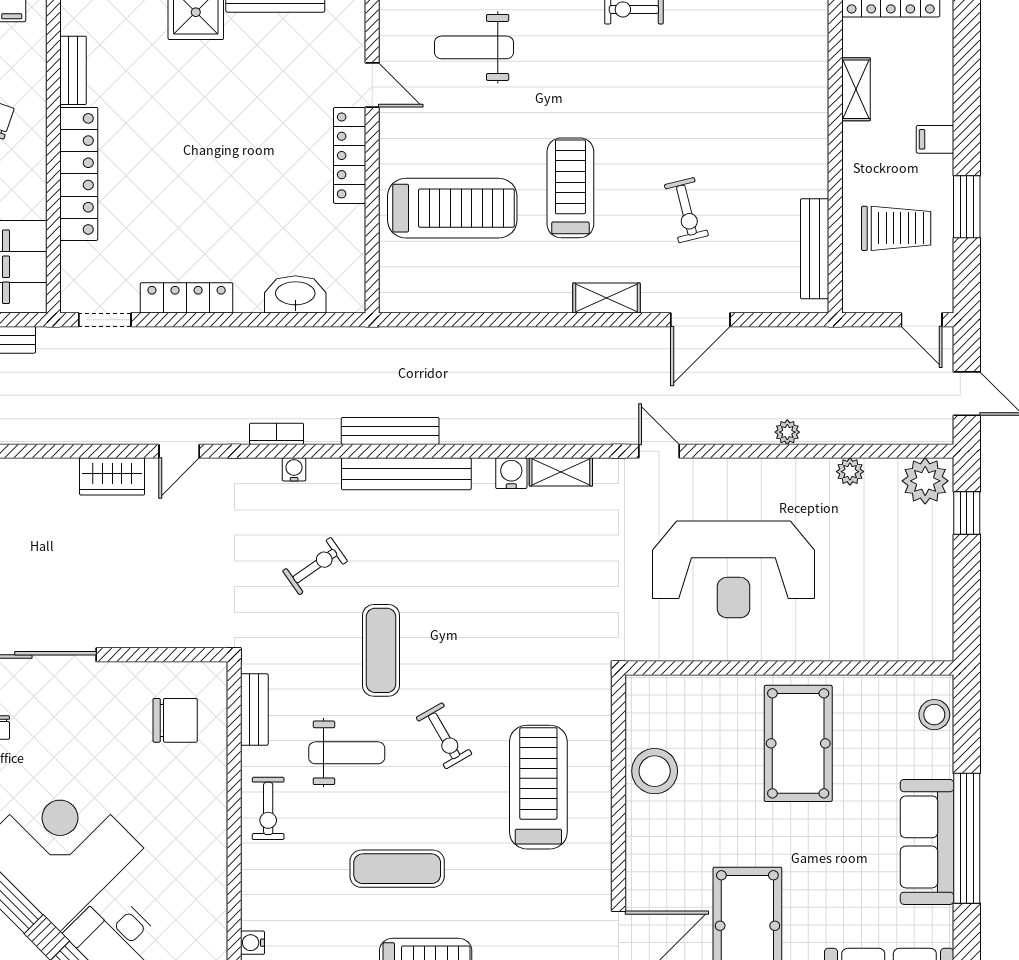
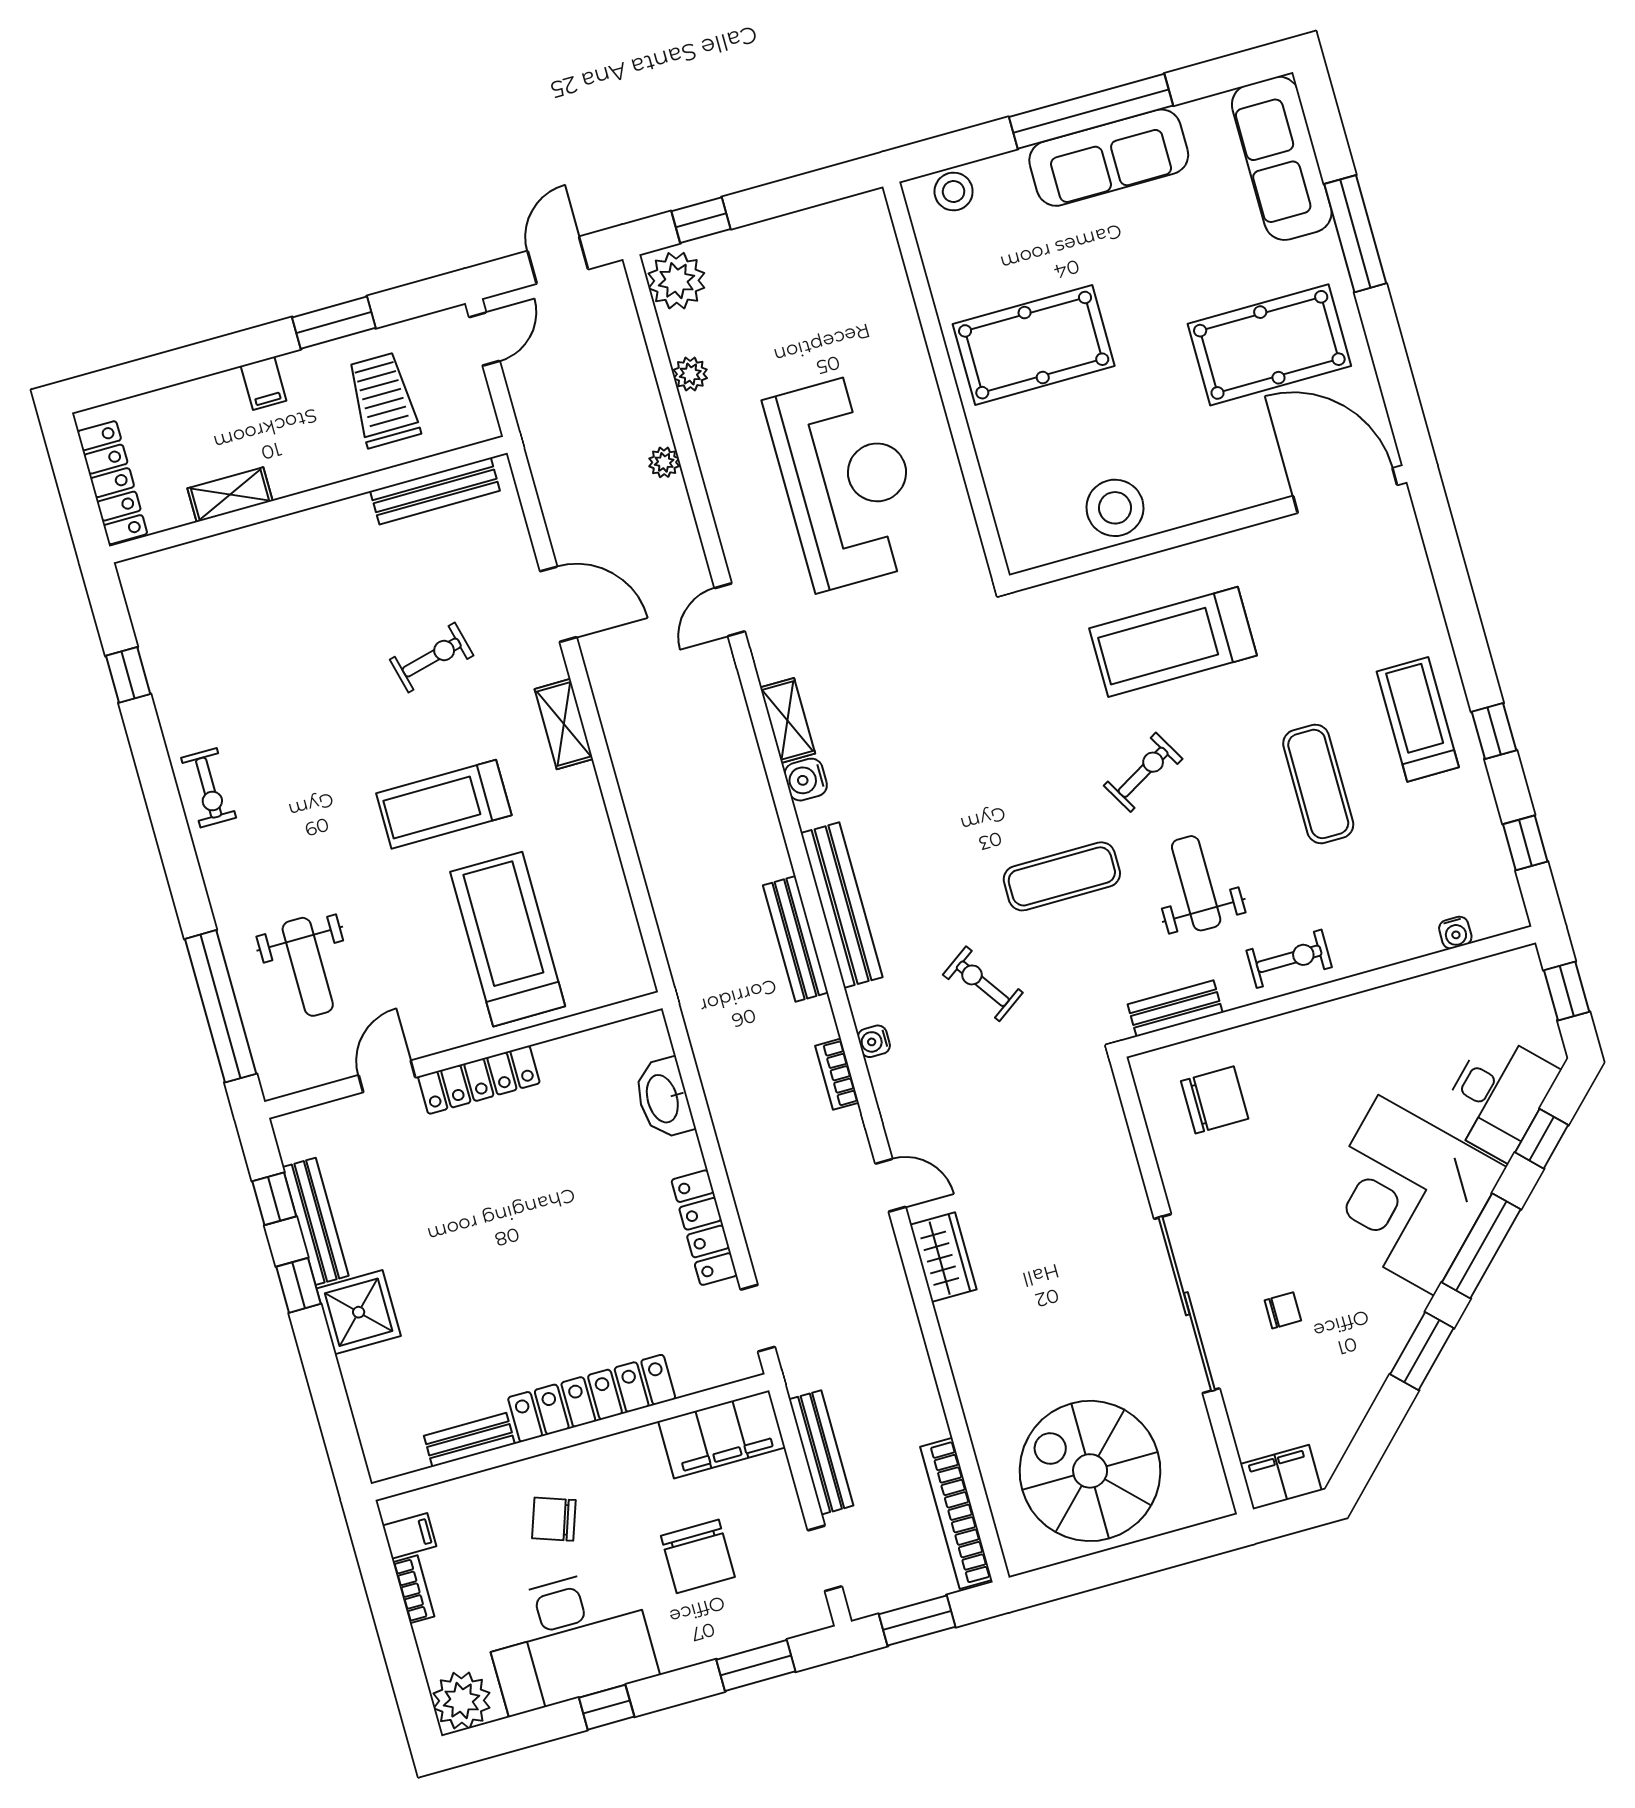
chair: (175, 720) -> (1215, 1100), turned 90

